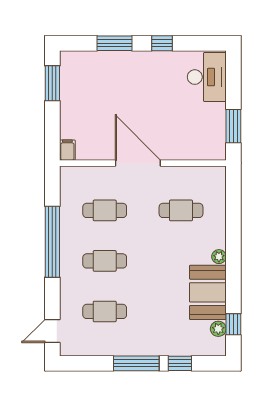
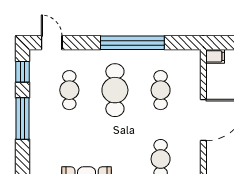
cafe table: (105, 261) -> (115, 90), width x1.37, depth x1.35
window: (180, 363) -> (22, 72), moved

